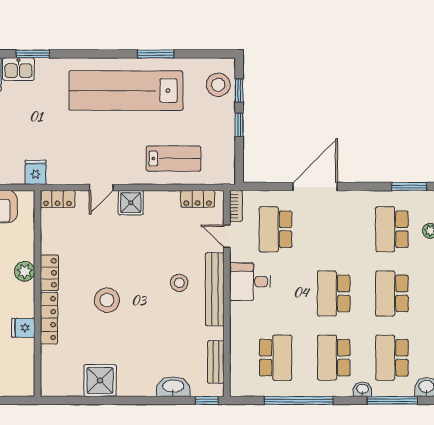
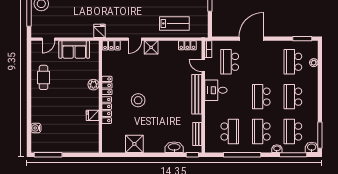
stool: (179, 283) -> (177, 91), removed

